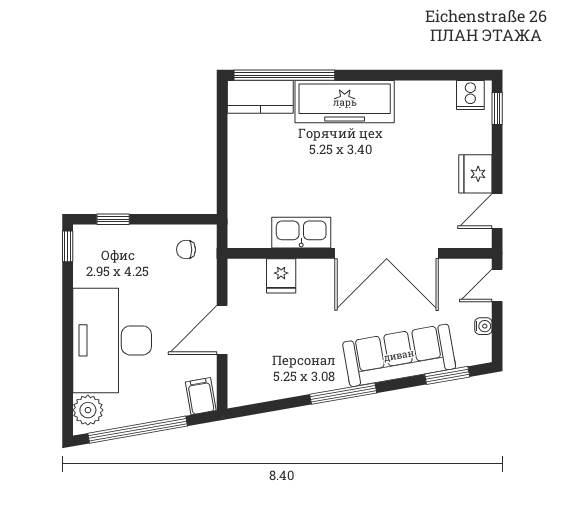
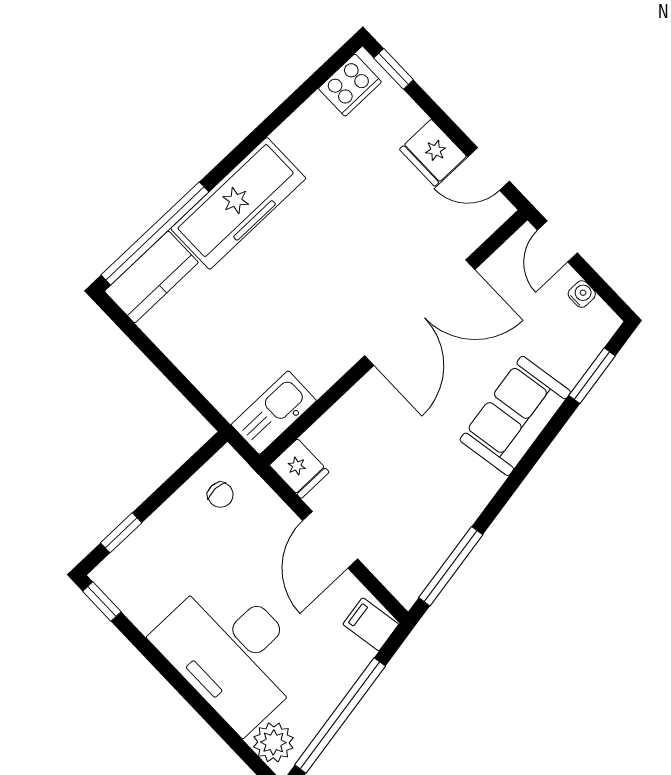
cooker: (470, 95) -> (350, 85), width x1.36
door: (497, 211) -> (489, 169), hinge flipped
kitchen sink: (301, 233) -> (274, 413), moved
chair: (186, 250) -> (220, 495), turned -90
fridge: (281, 276) -> (299, 469), moved
sofa: (399, 355) -> (515, 416), width x0.73
window: (343, 394) -> (451, 566), moved

